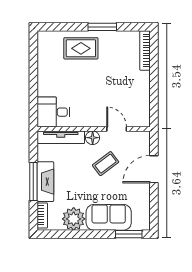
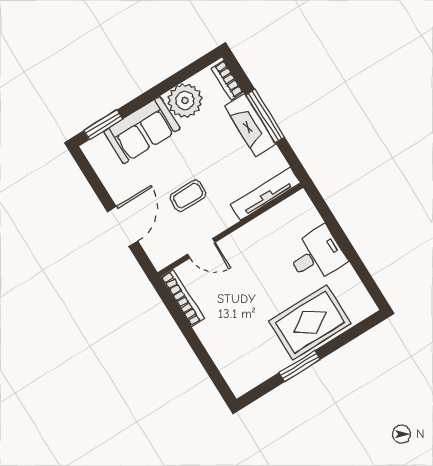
rug: (81, 48) -> (310, 322), width x1.36, depth x1.43
bookcase: (145, 50) -> (182, 298), moved
desk: (53, 112) -> (317, 255), moved
floor lamp: (93, 138) -> (225, 218), removed
coffee table: (106, 164) -> (188, 196), turned 37

